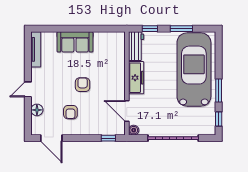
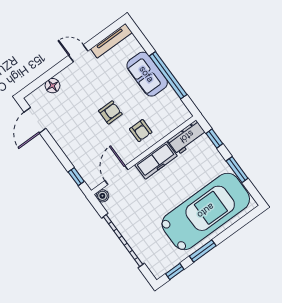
window: (86, 29) -> (168, 75), added
door: (28, 89) -> (78, 53), moved
armchair: (70, 112) -> (141, 131), moved, turned -90

